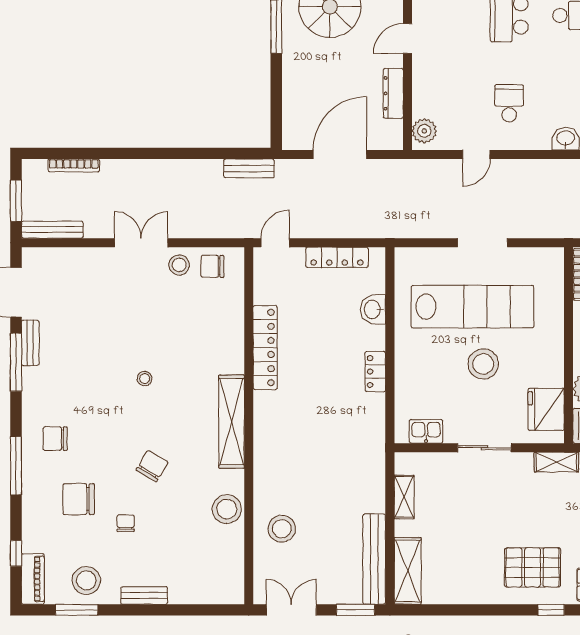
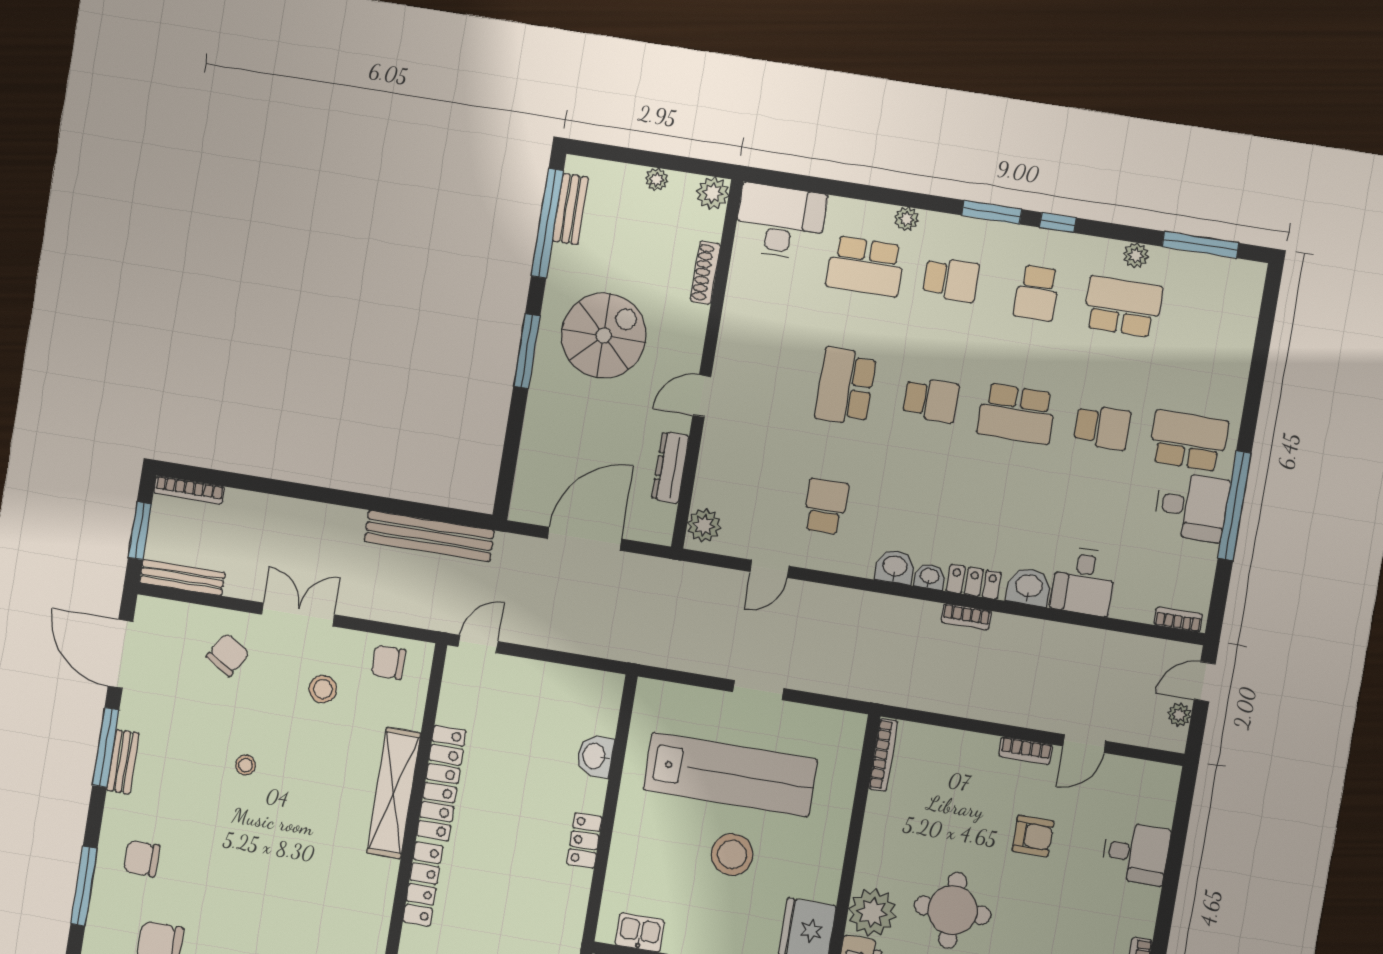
bookcase: (74, 165) -> (189, 490), moved
bench: (249, 168) -> (429, 536), width x1.86, depth x1.21
doorway: (482, 243) -> (758, 690), width x0.73
locker: (337, 257) -> (423, 884), moved, turned -90
stool: (179, 265) -> (323, 689), moved
bench: (30, 343) -> (123, 762), moved
stool: (145, 379) -> (246, 765), moved
shelving: (232, 422) -> (394, 793), moved
chair: (152, 466) -> (228, 655), moved

